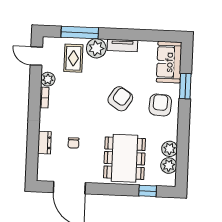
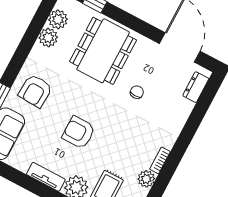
armchair: (120, 99) -> (79, 132), moved, turned 57
dresser: (44, 143) -> (196, 87), moved
chair: (74, 143) -> (137, 92), moved

